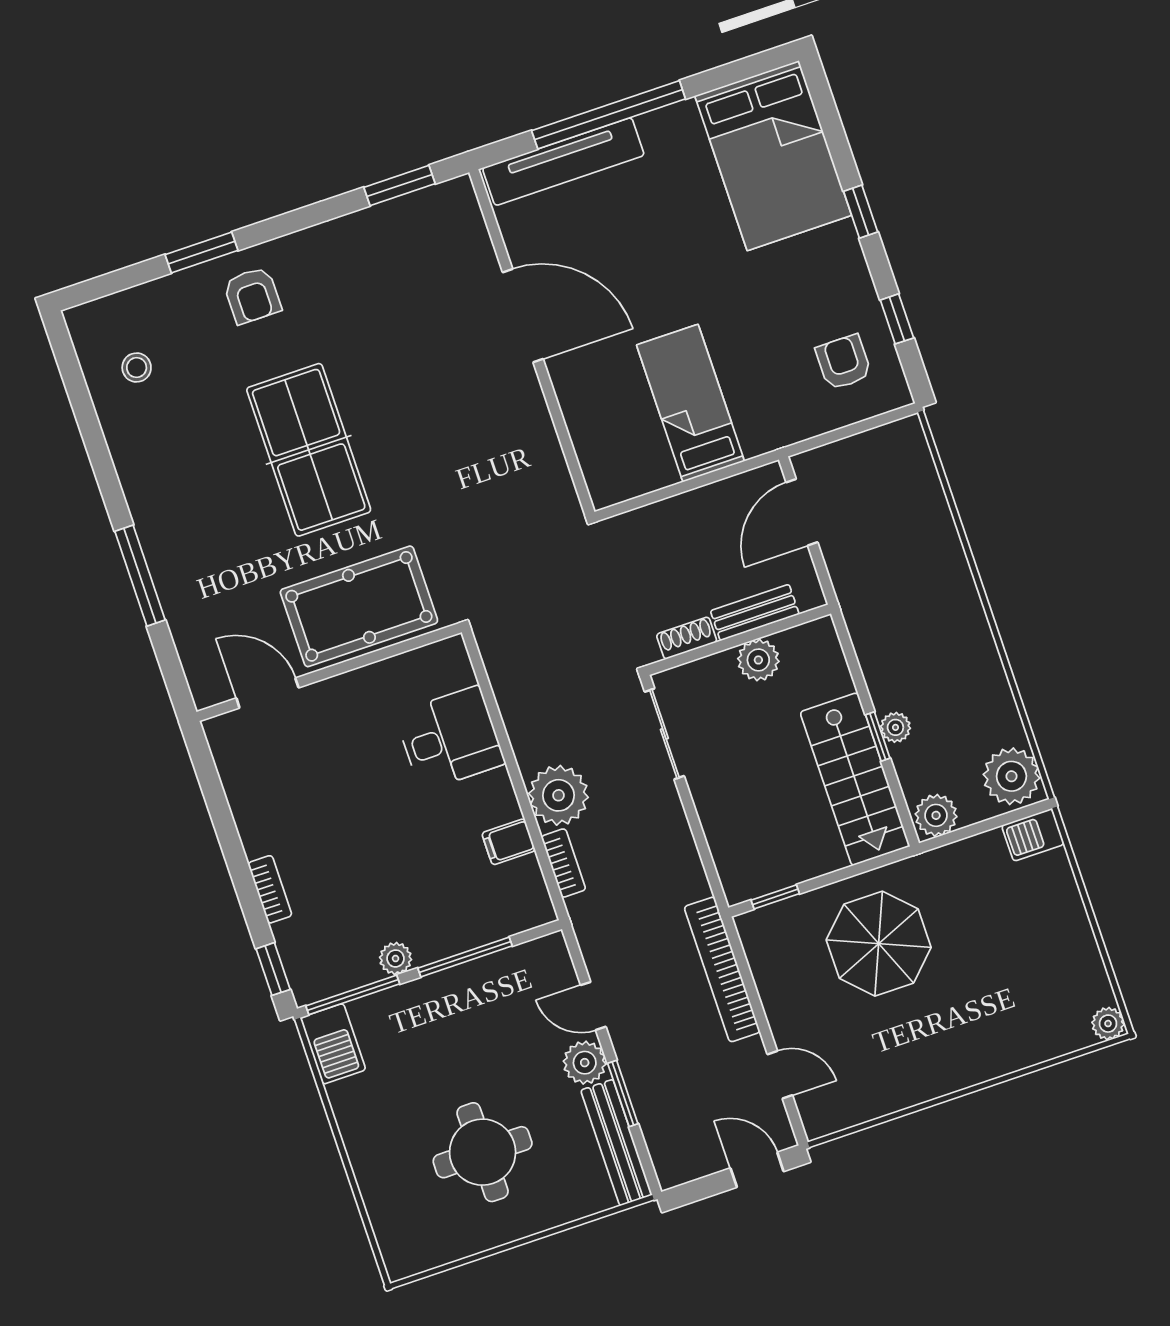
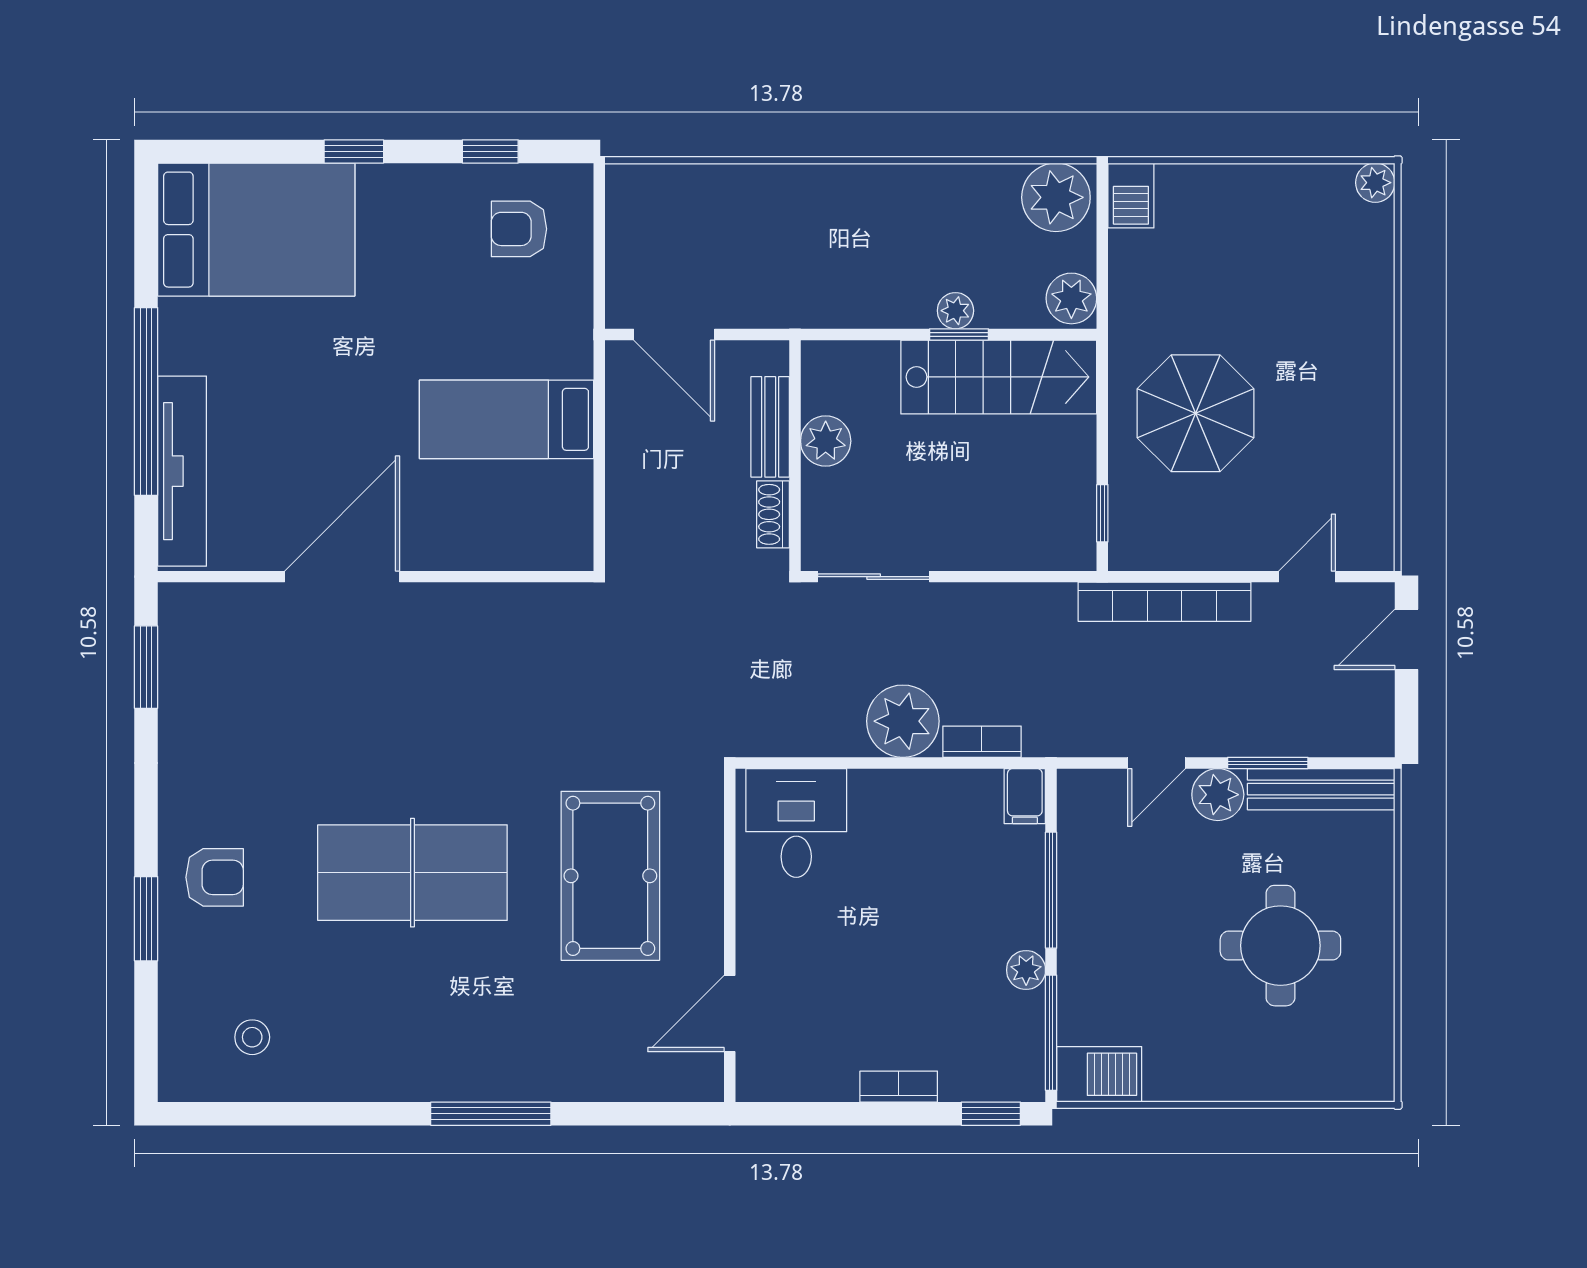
wall: (329, 672) -> (730, 935), moved
door: (267, 693) -> (730, 1014), moved
filing cabinet: (509, 842) -> (1025, 796), moved

